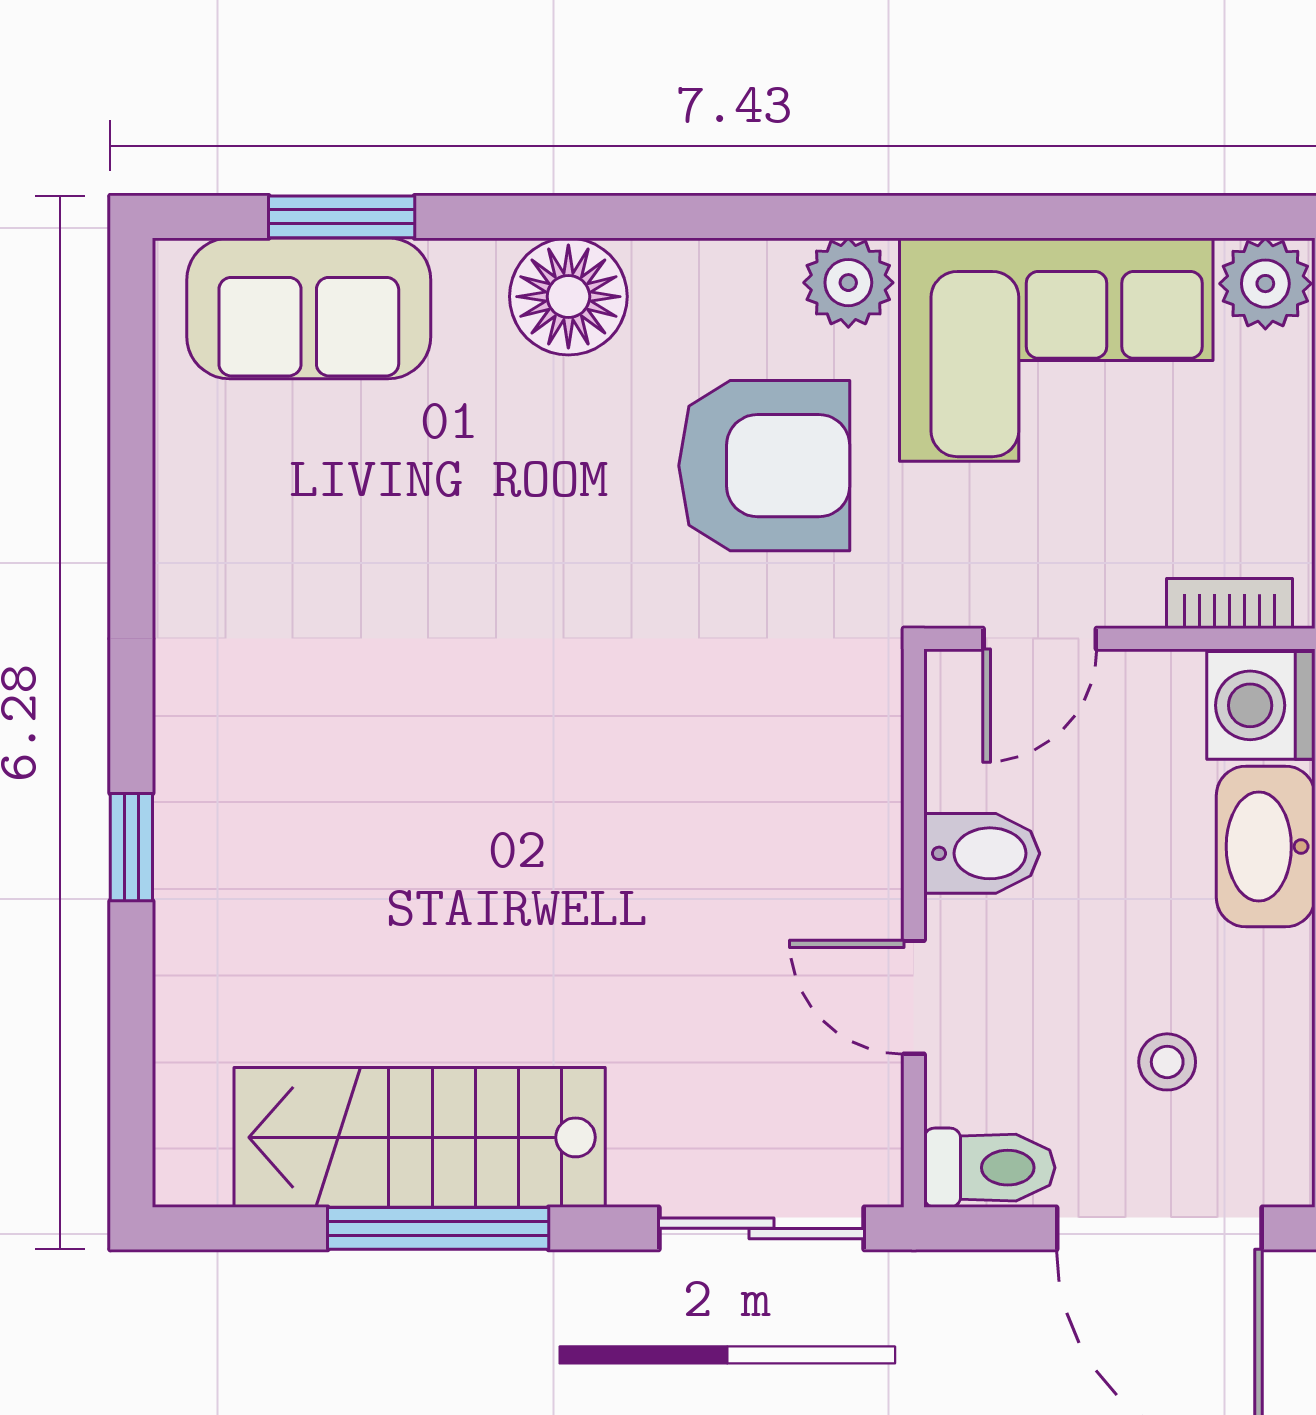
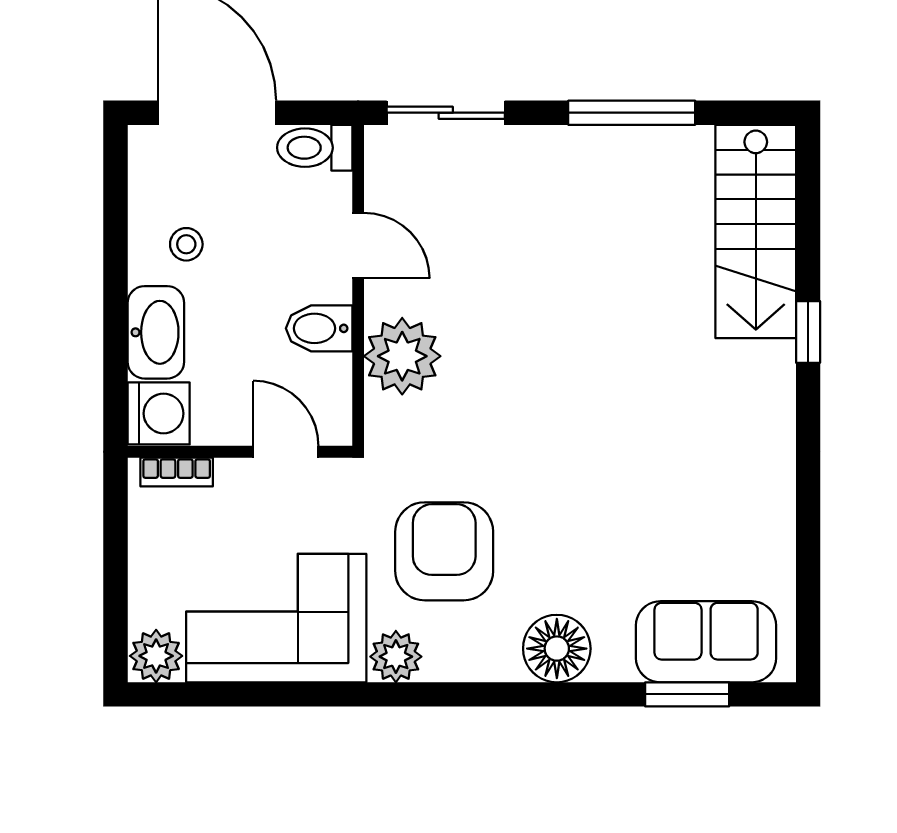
armchair: (764, 466) -> (444, 551), turned 90
door: (1040, 639) -> (286, 452), hinge flipped
plant: (837, 805) -> (402, 356), added
stool: (1167, 1062) -> (186, 244), moved
stairs: (420, 1137) -> (756, 232), moved, turned 90

